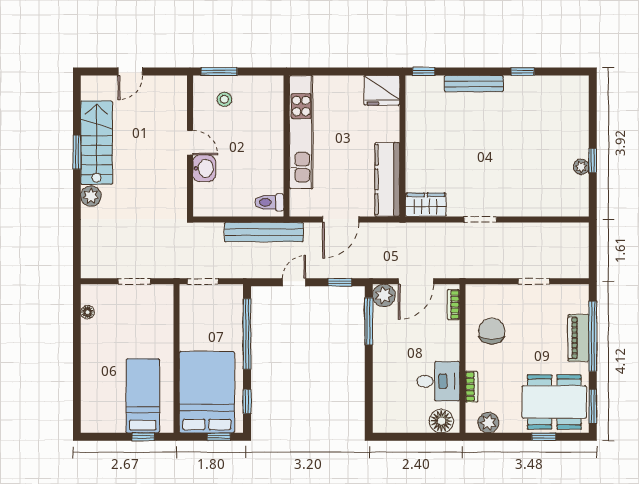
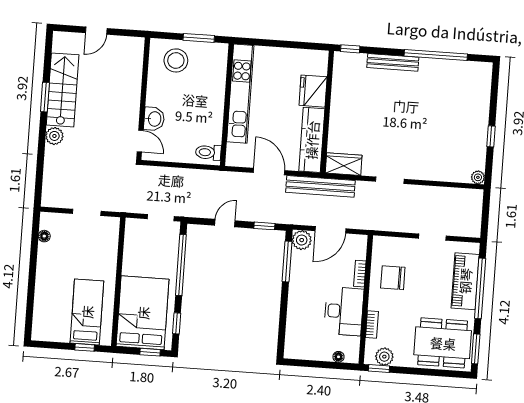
window: (219, 72) -> (199, 38), moved
window: (523, 72) -> (436, 55), width x3.17
fridge: (382, 90) -> (313, 91), moved, turned 90
stool: (224, 99) -> (176, 60), width x1.89, depth x1.89
door: (190, 143) -> (140, 141), moved
plant: (581, 167) -> (478, 177), moved
door: (341, 219) -> (269, 172), swing flipped
bench: (264, 232) -> (320, 186), moved
doorway: (203, 281) -> (161, 218), moved
bookcase: (453, 305) -> (360, 274), moved
chair: (492, 331) -> (393, 278), turned -90
piano: (578, 338) -> (465, 281), width x1.37, depth x1.33
desk: (438, 381) -> (344, 311), width x1.37
floor lamp: (441, 421) -> (338, 357), width x0.53, depth x0.53
window: (544, 437) -> (379, 369), moved

